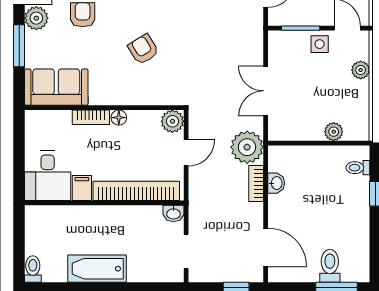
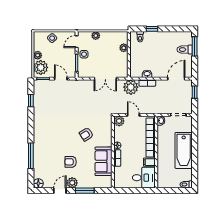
sofa: (56, 87) -> (104, 161), moved
bathtub: (97, 269) -> (184, 150), width x1.36, depth x1.36

